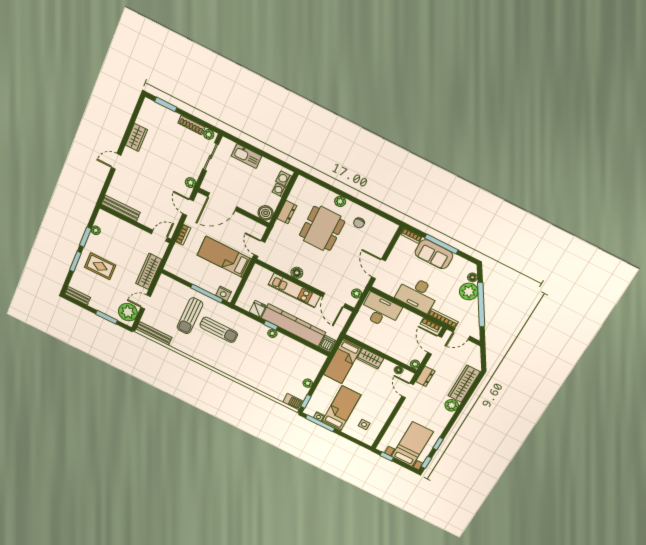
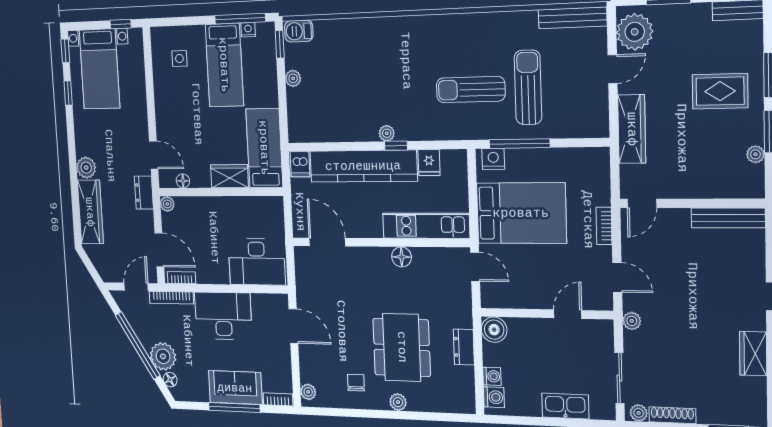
door: (222, 202) -> (568, 314), width x0.53
bed: (224, 257) -> (521, 213), width x1.50
kitchen unit: (294, 290) -> (426, 226), moved
plant: (357, 294) -> (308, 392), moved

